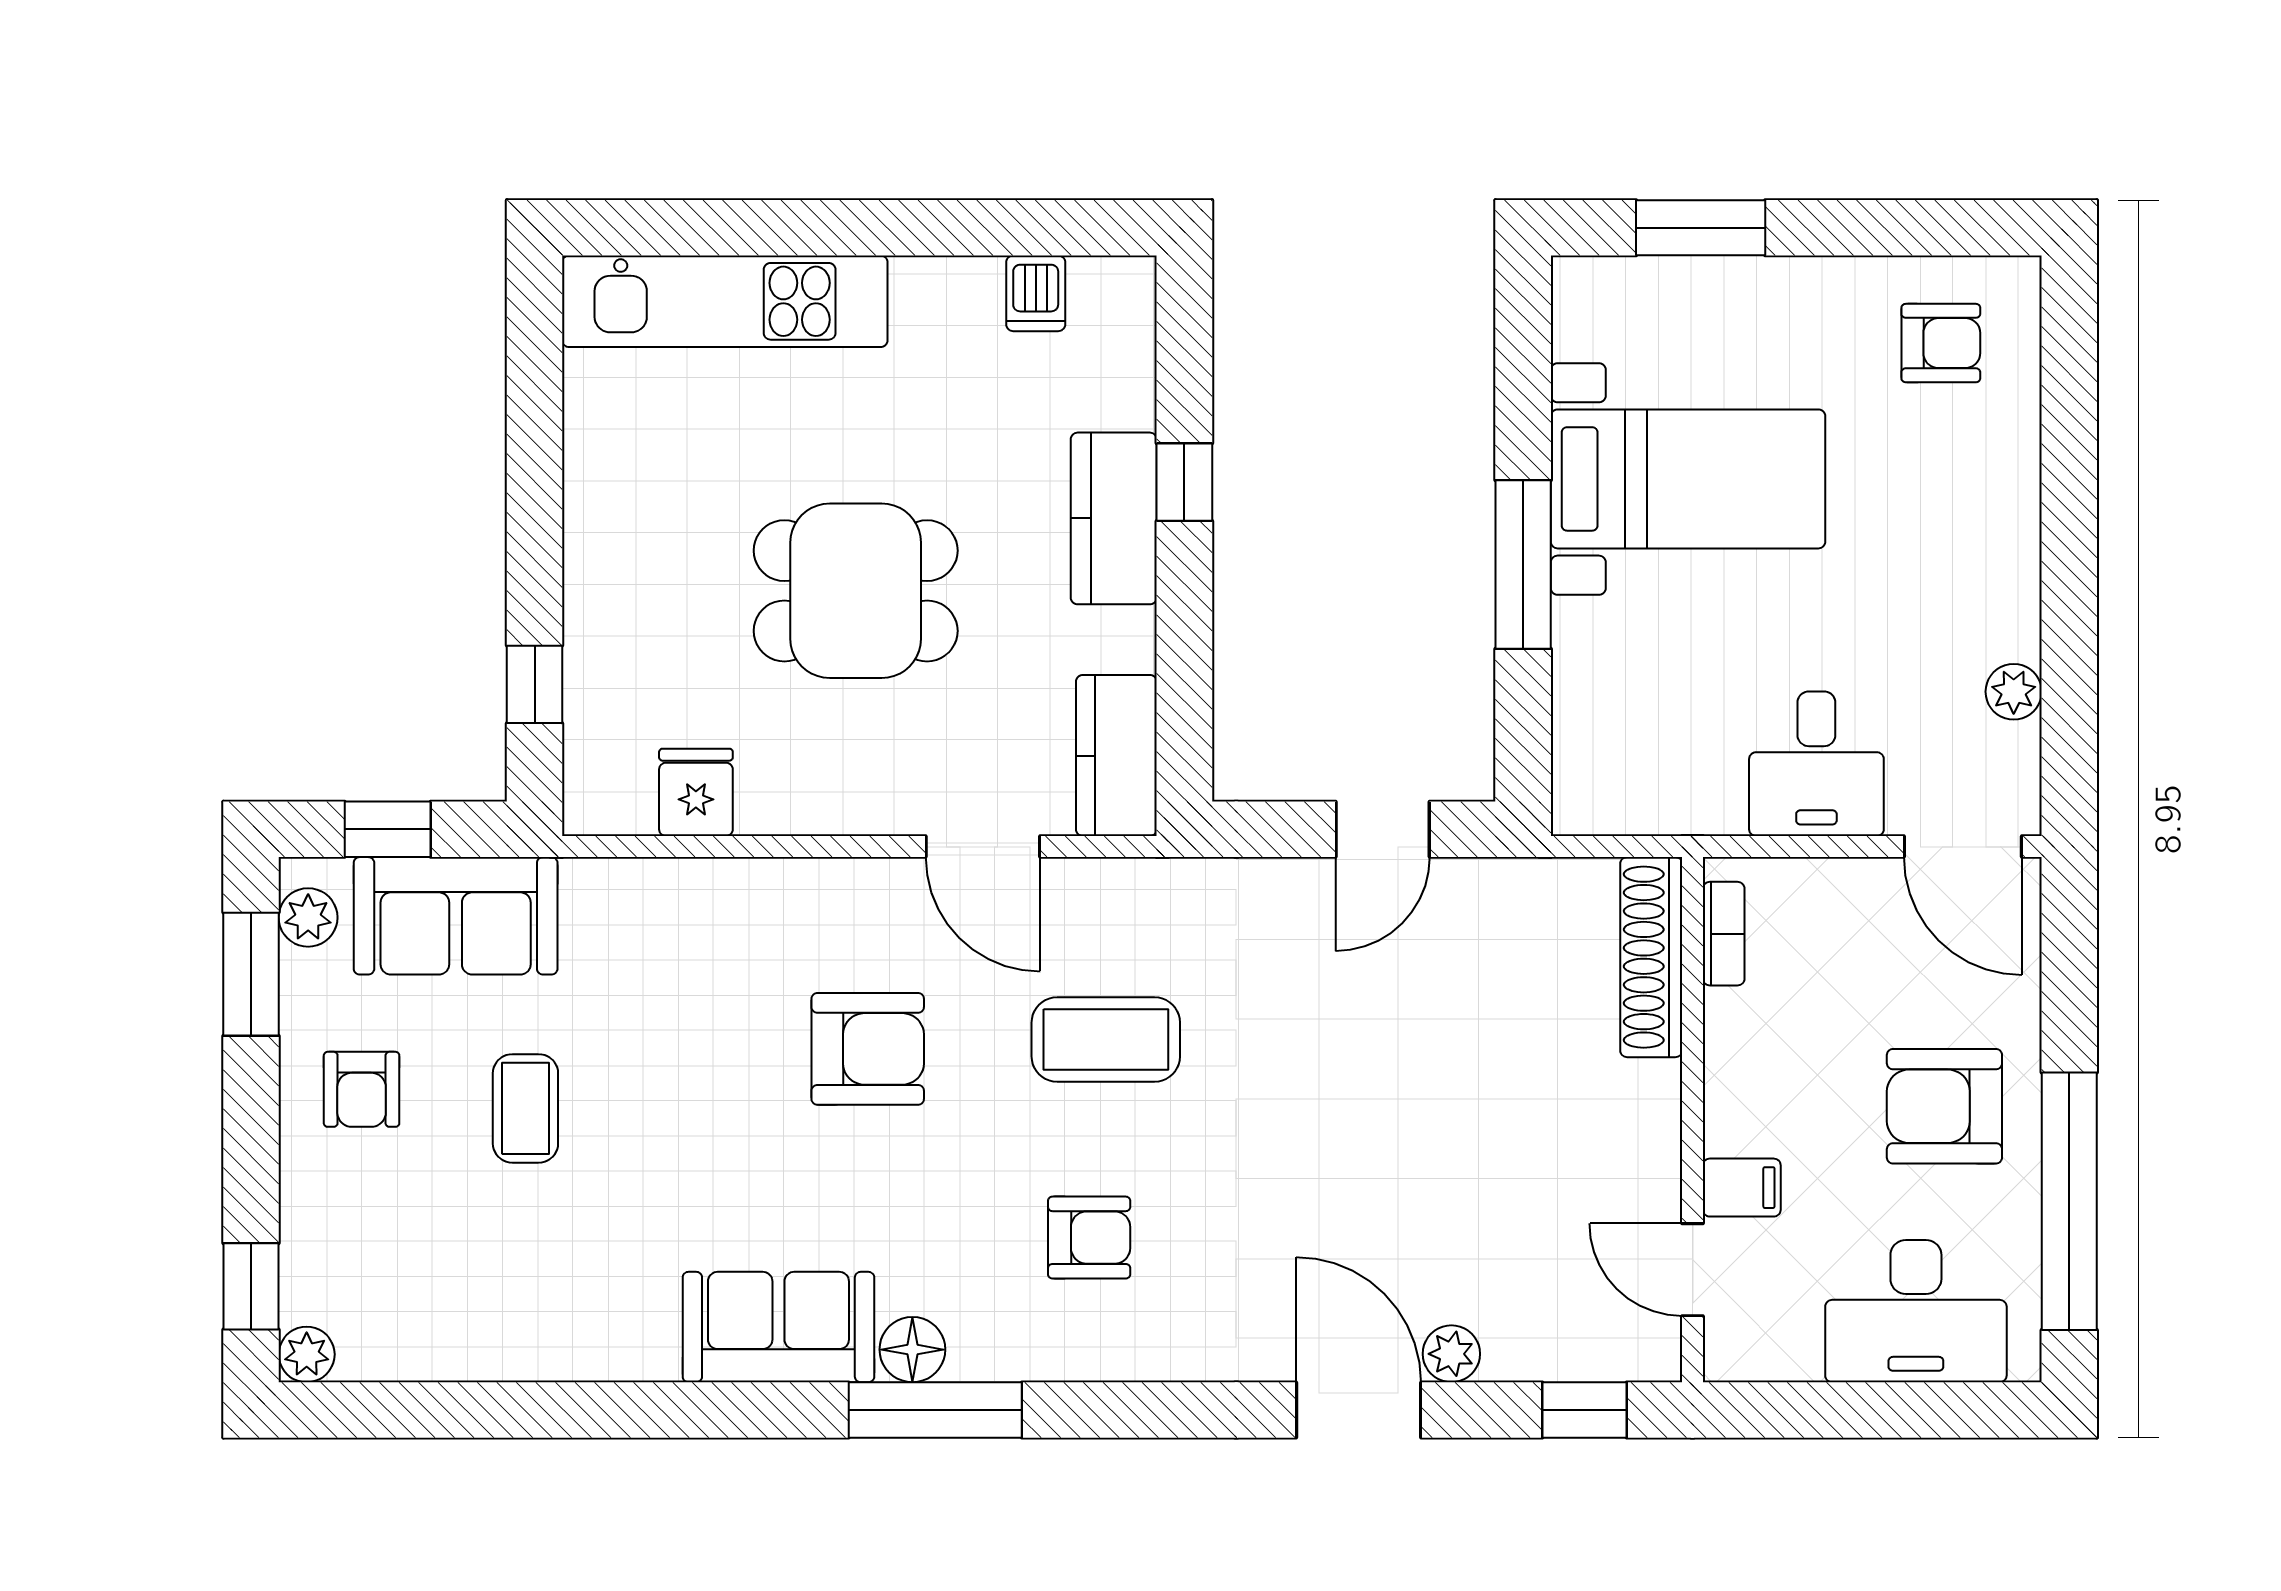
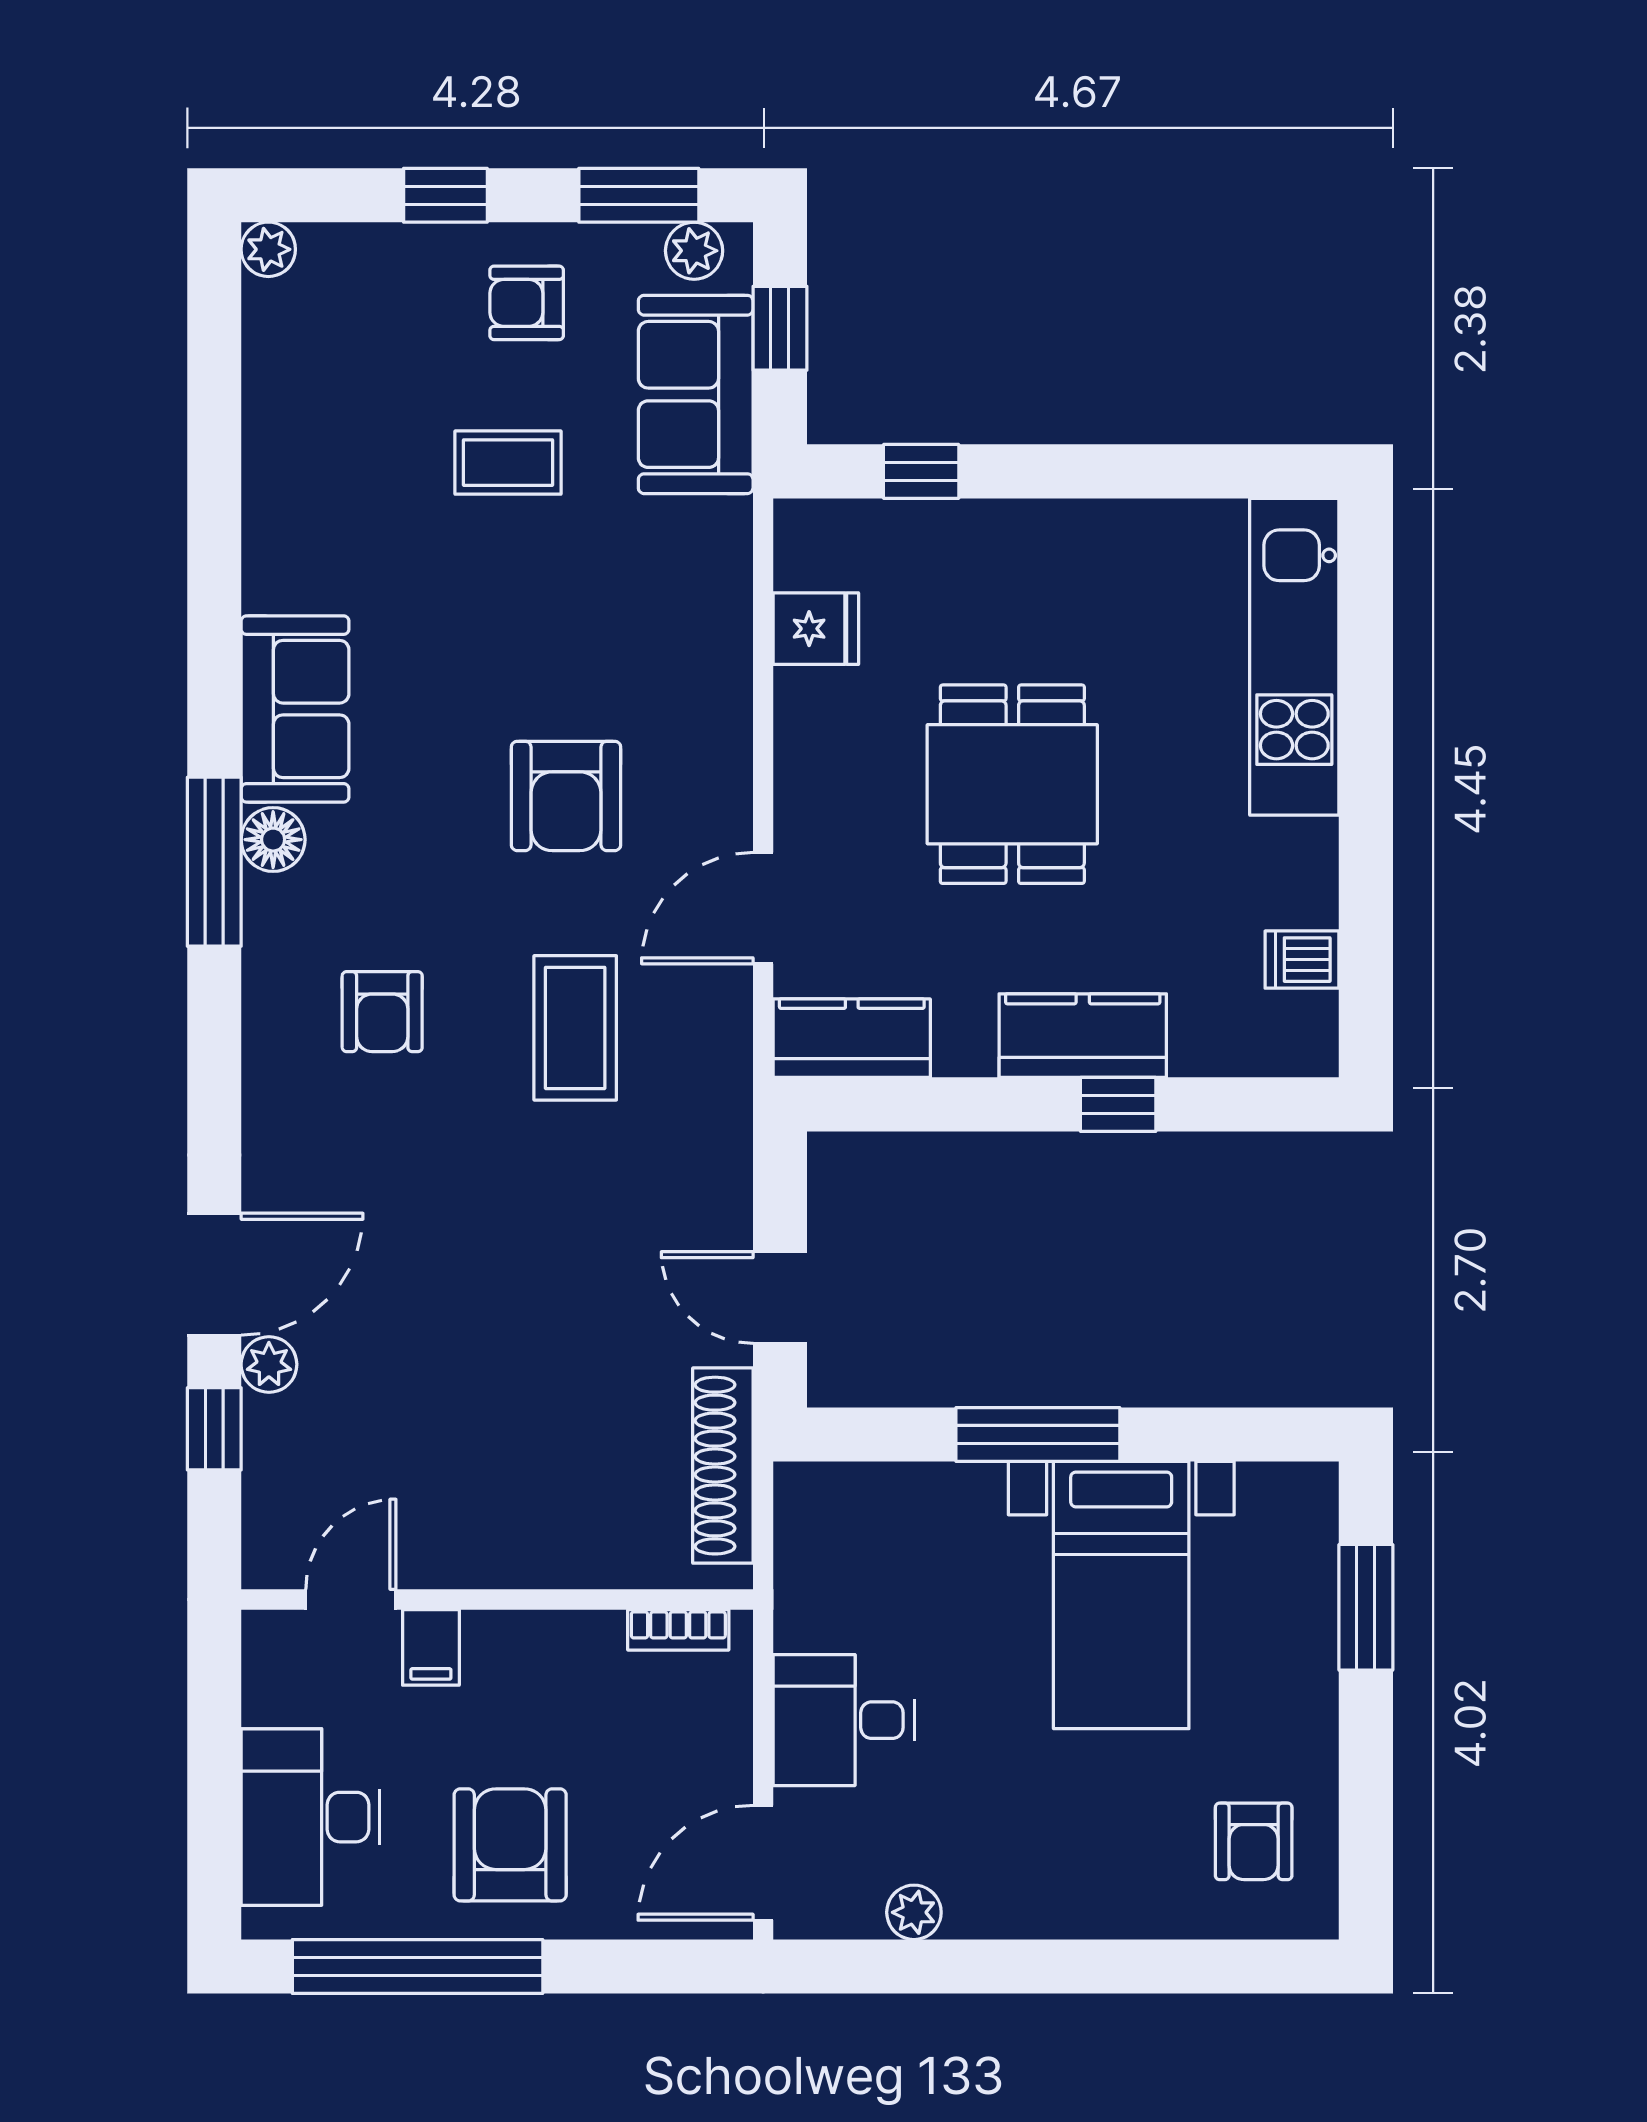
shoe rack: (1651, 957) -> (723, 1466), moved, turned -90
window: (251, 1286) -> (445, 195), moved
window: (1584, 1410) -> (214, 1429), moved

